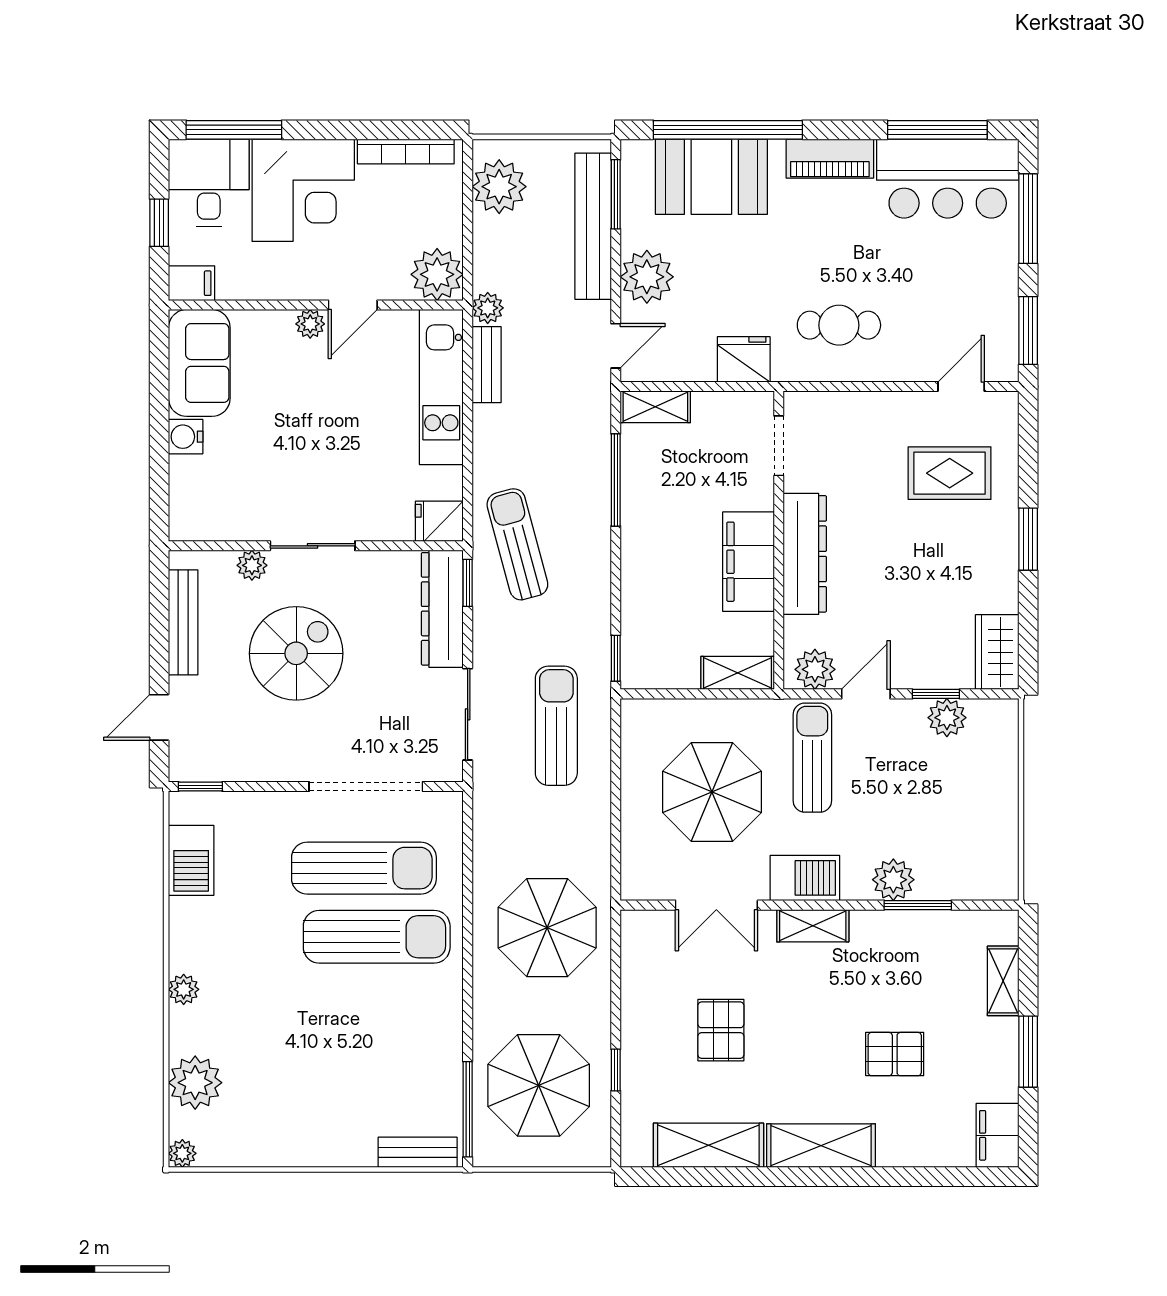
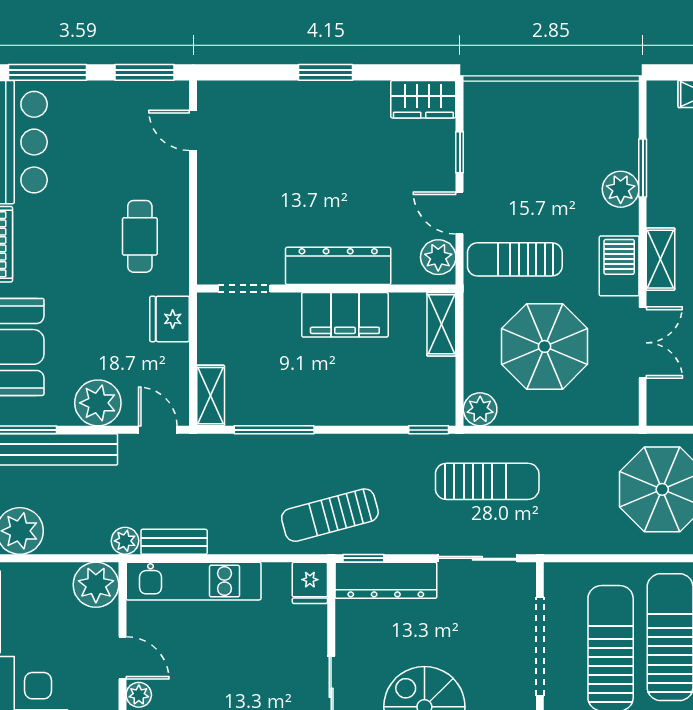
rug: (950, 473) -> (268, 140), removed
plant: (947, 718) -> (480, 409), moved
sun lounger: (556, 726) -> (487, 481), turned 180

